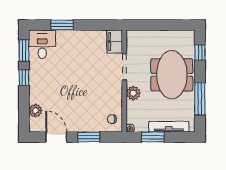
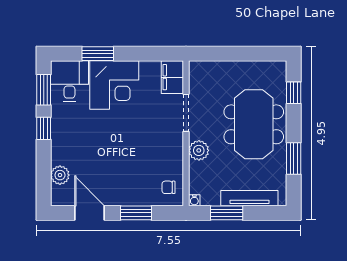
corner desk: (74, 47) -> (114, 85), added
window: (200, 99) -> (294, 158), width x0.69

